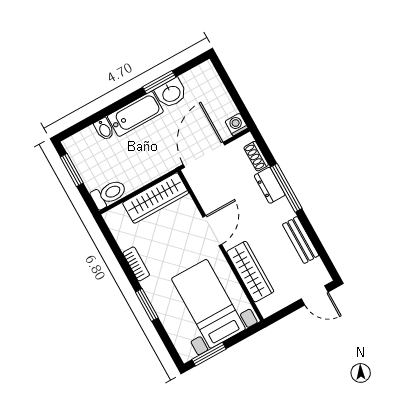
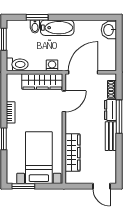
window: (159, 82) -> (37, 17), moved
washbasin: (171, 93) -> (109, 30), moved, turned 90
washing machine: (236, 125) -> (52, 65), moved
door: (212, 231) -> (64, 101), moved
bench: (301, 240) -> (111, 136), moved

